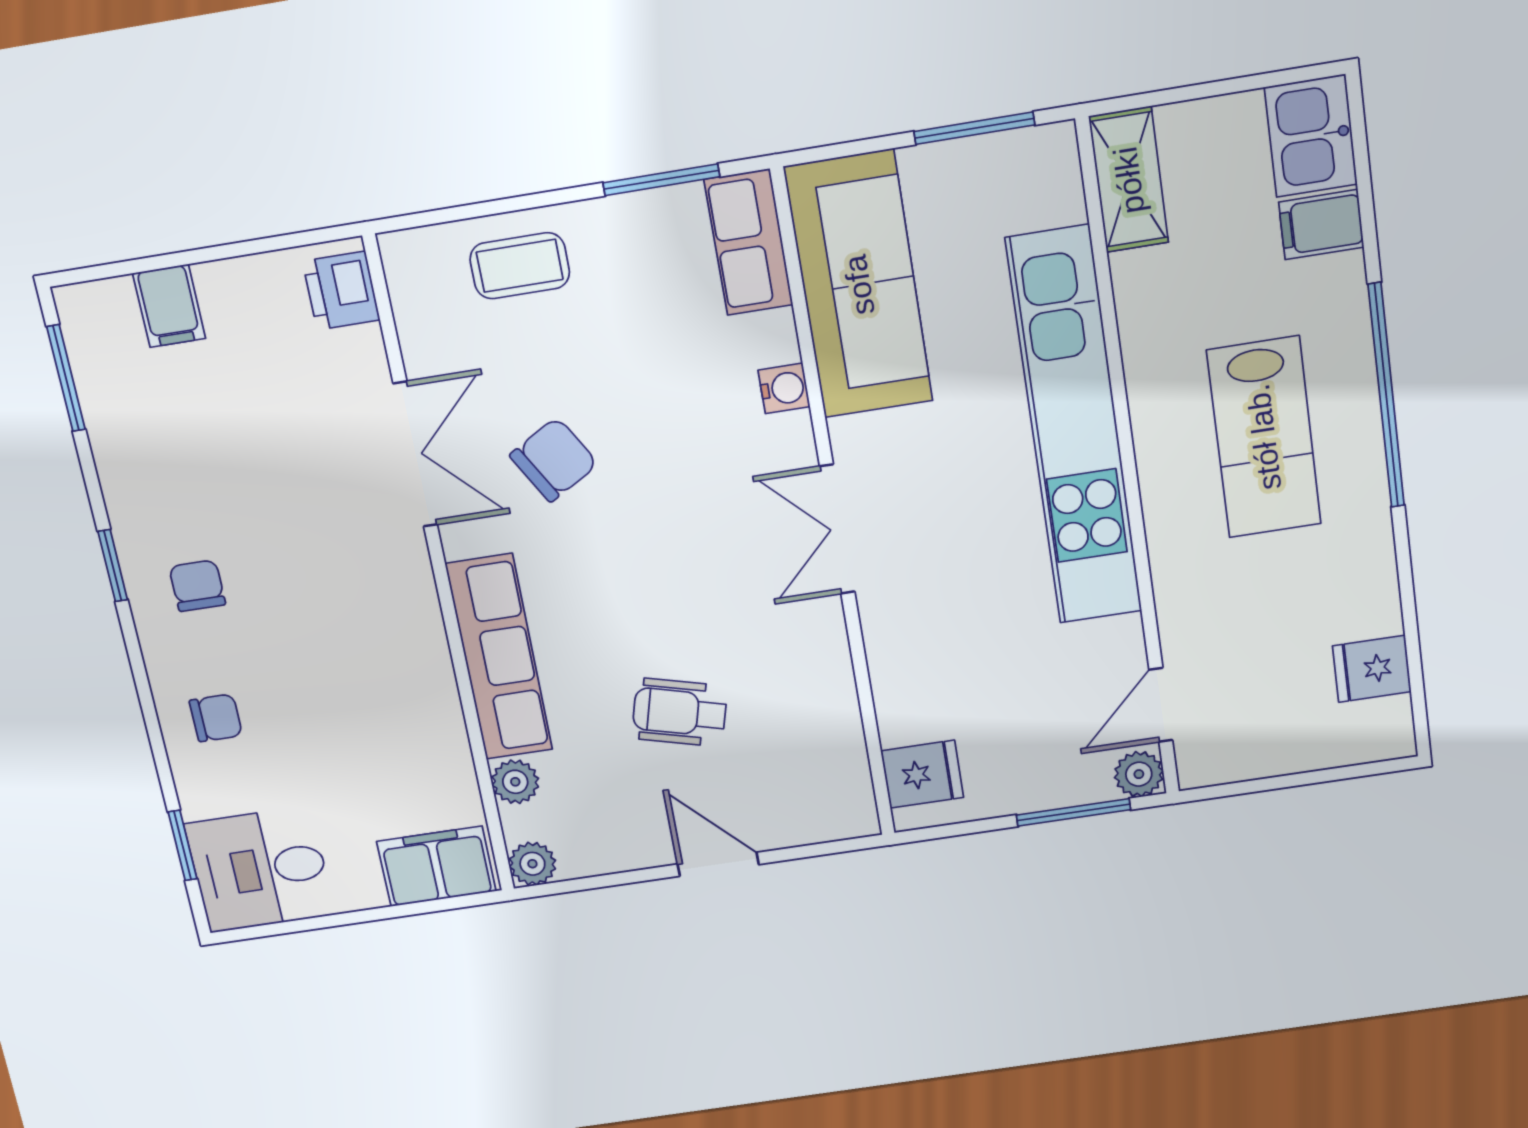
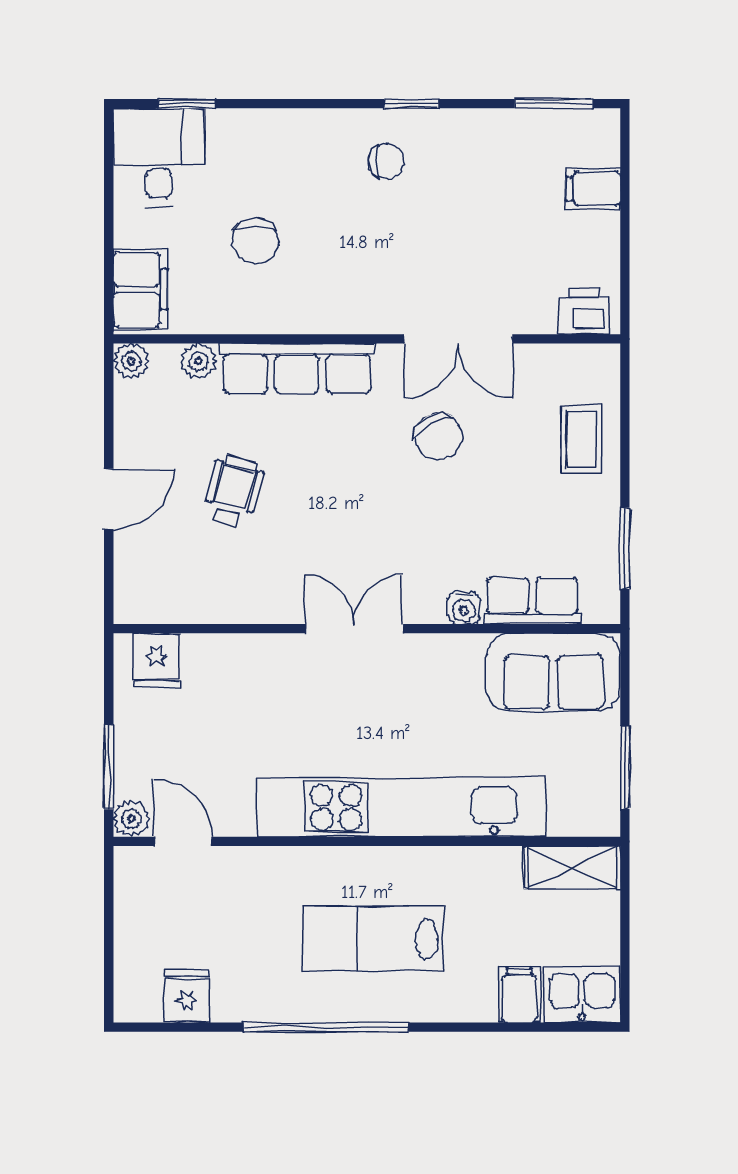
row of seats: (749, 242) -> (532, 601), moved
sofa: (859, 285) -> (553, 672), width x0.73
window: (1386, 396) -> (326, 1027), moved
chair: (216, 718) -> (255, 241), moved, width x1.37, depth x1.37

